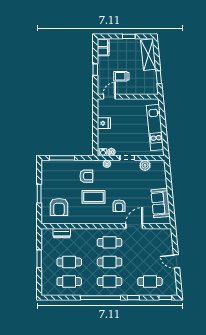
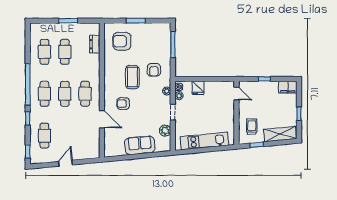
trolley: (121, 76) -> (252, 127), moved
fridge: (104, 123) -> (198, 88), moved
sofa: (161, 203) -> (140, 145), moved

